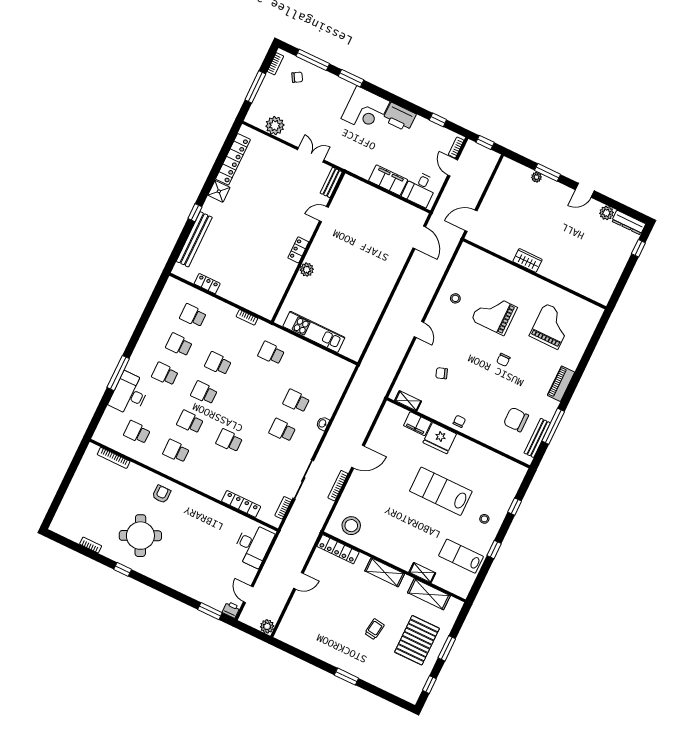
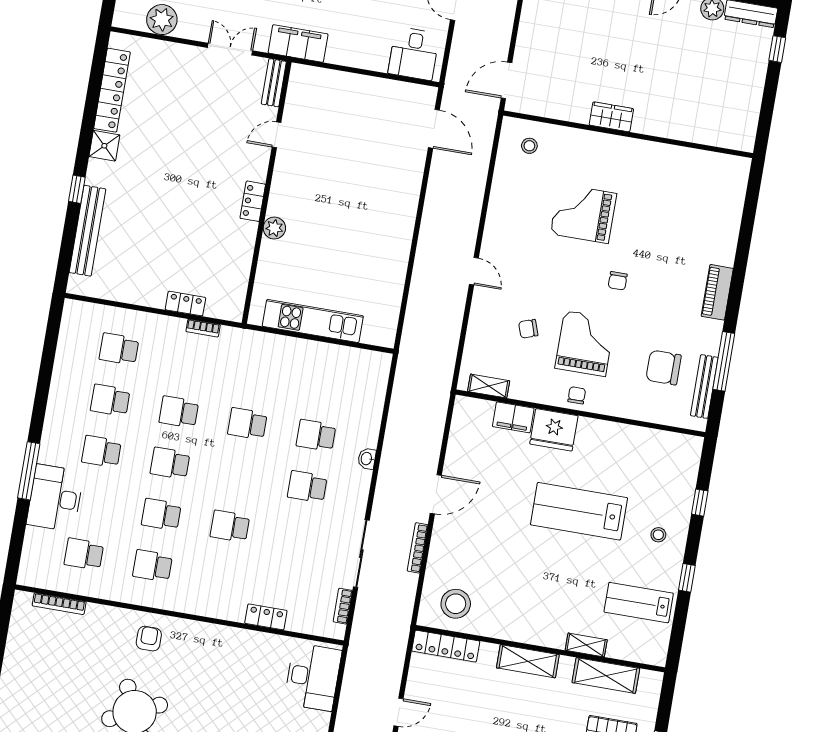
filing cabinet: (388, 180) -> (298, 43), moved
locker: (207, 284) -> (185, 304), moved
stool: (455, 298) -> (529, 146), moved
grand piano: (551, 326) -> (585, 343), moved
school desk: (271, 353) -> (247, 424), moved
locker: (241, 504) -> (266, 617), width x0.66

